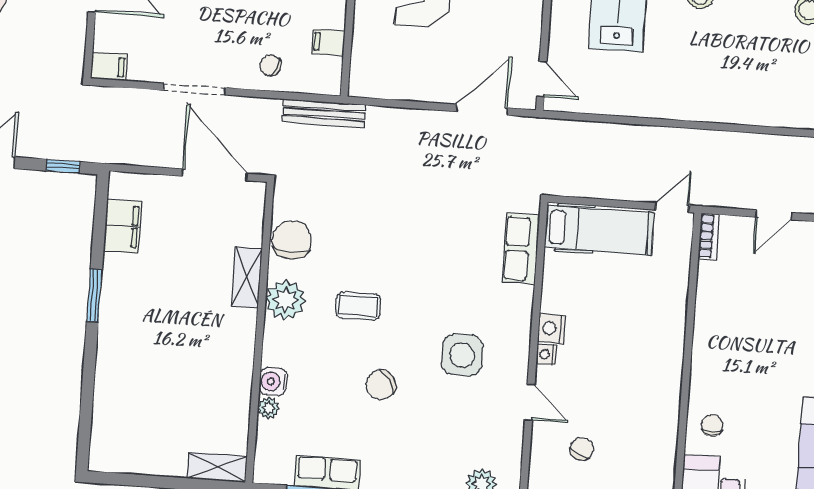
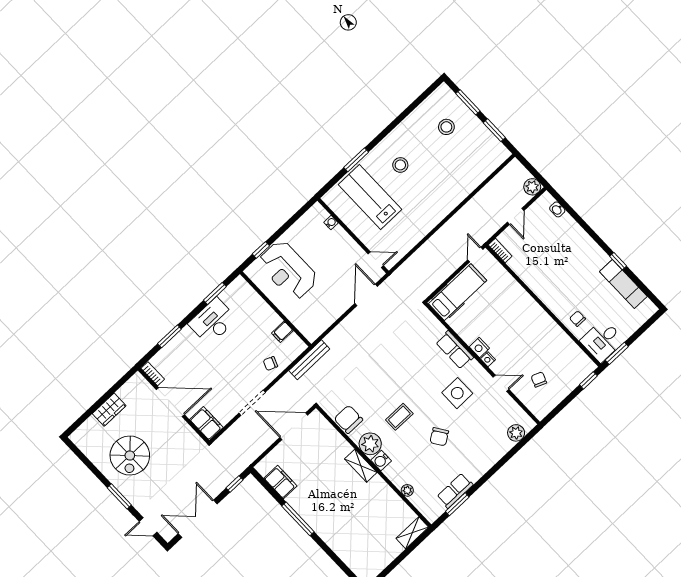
filing cabinet: (109, 66) -> (206, 423), width x2.00
row of seats: (521, 249) -> (455, 350), moved
shelving: (247, 277) -> (361, 466), moved
window: (94, 295) -> (298, 519), width x1.44
water cooler: (273, 382) -> (381, 461), moved

